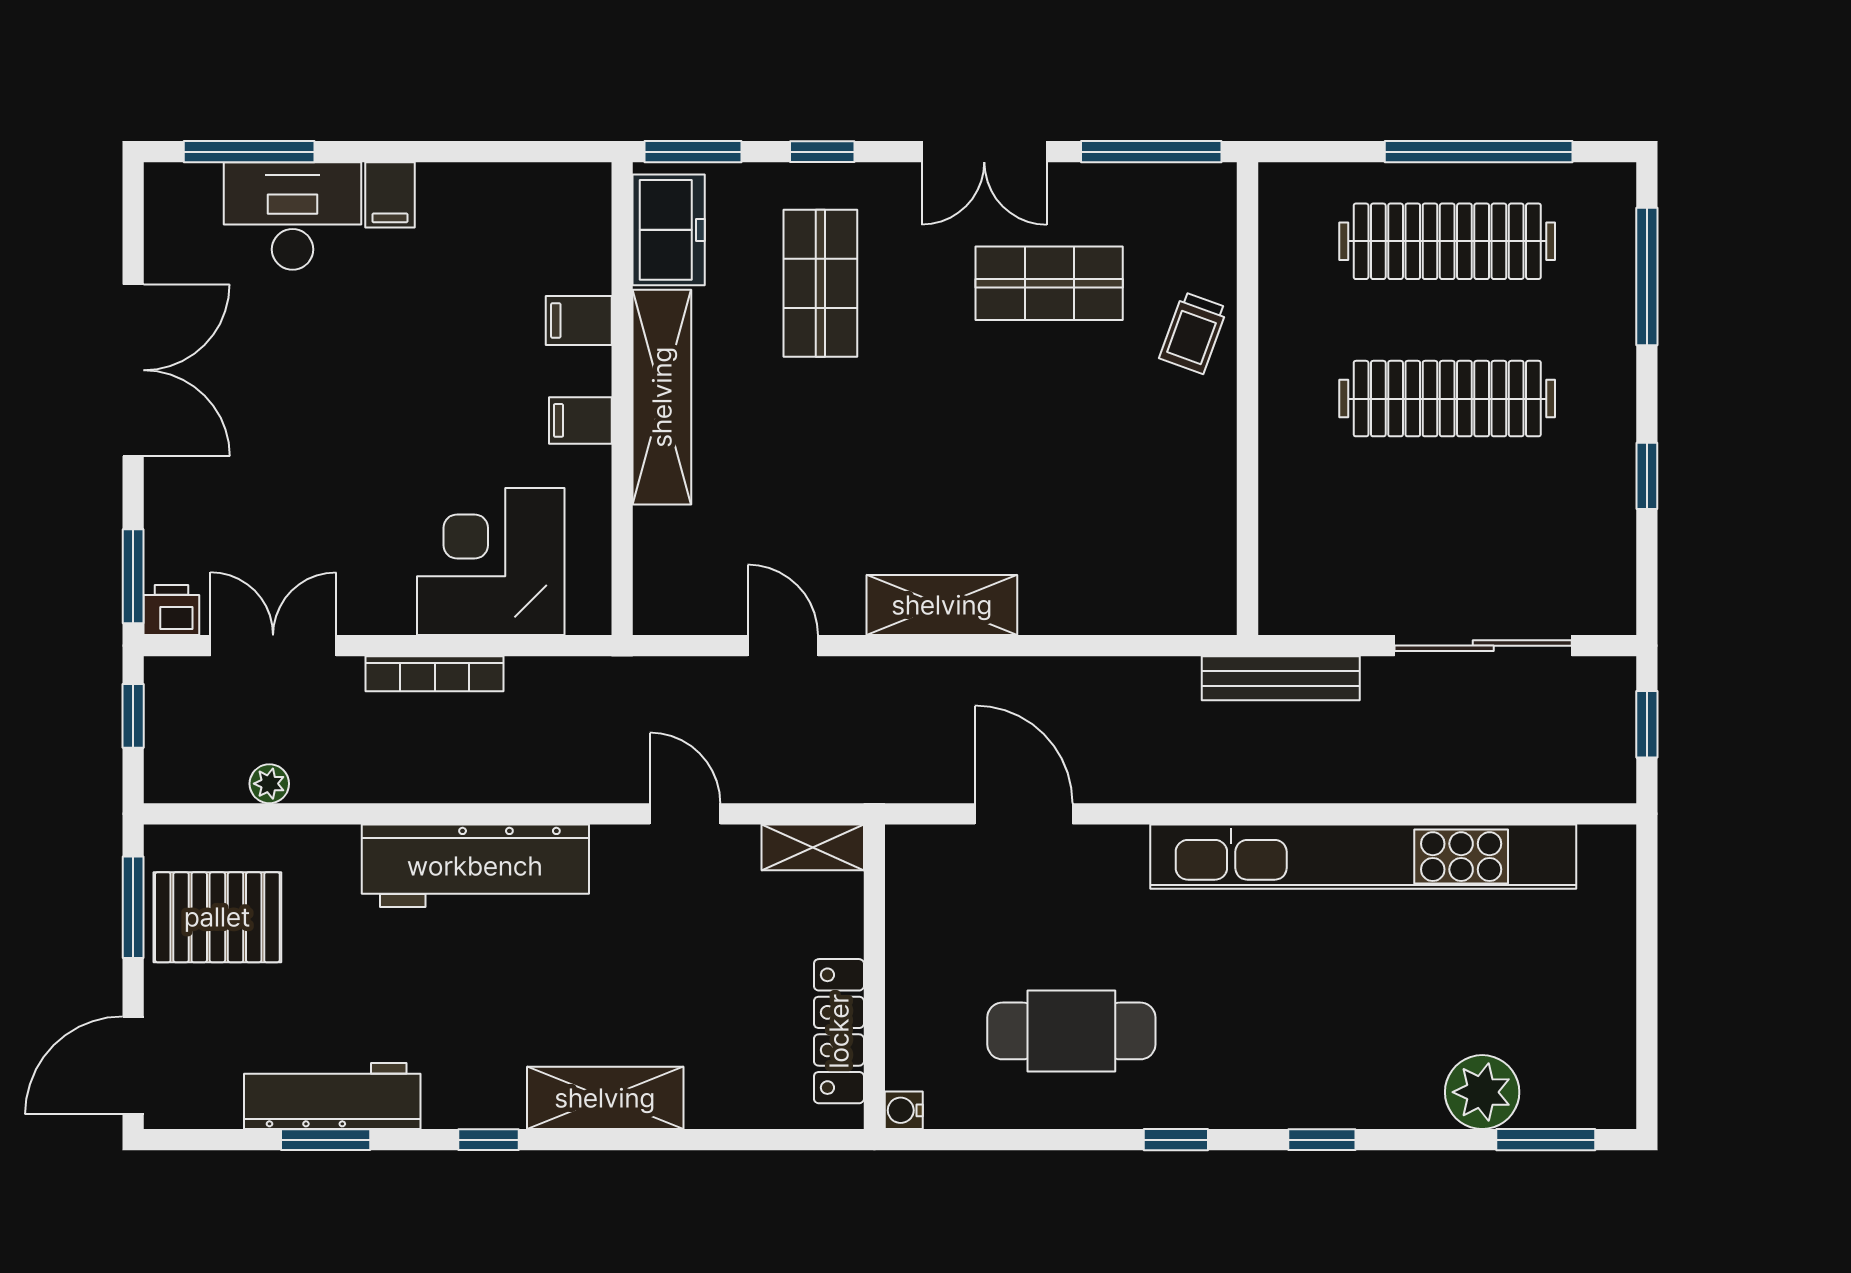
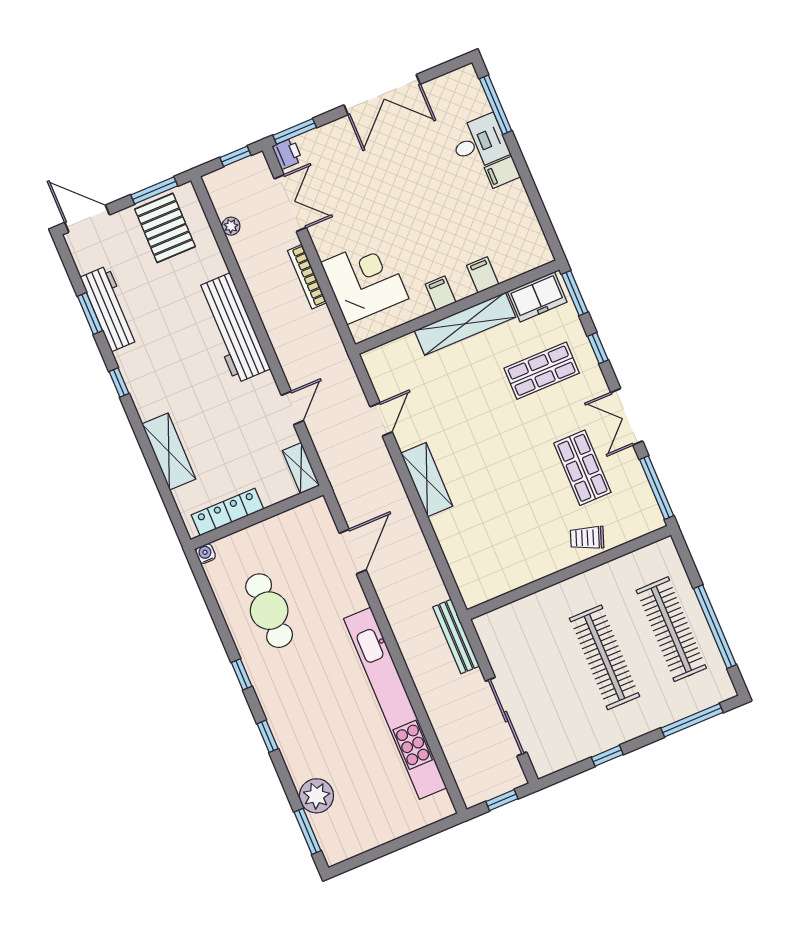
desk: (293, 216) -> (479, 143), width x0.73
shelving: (605, 1098) -> (169, 452), moved

